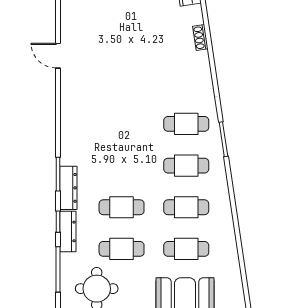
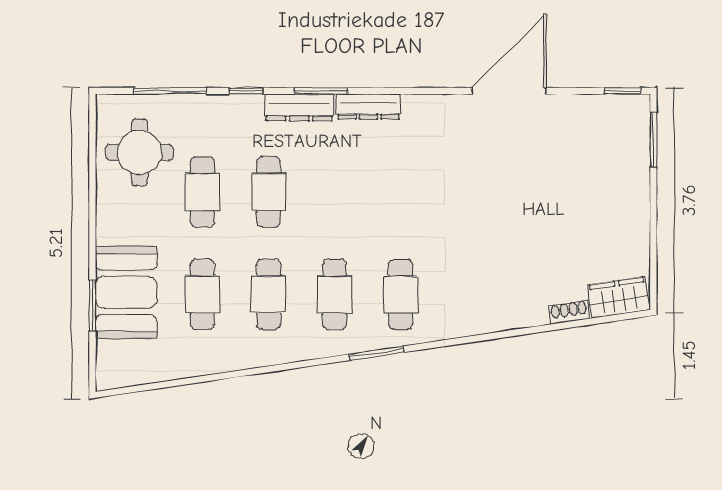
shoe rack: (200, 38) -> (569, 312), moved
door: (58, 56) -> (509, 91), width x1.87
dresser: (68, 231) -> (368, 107), moved

